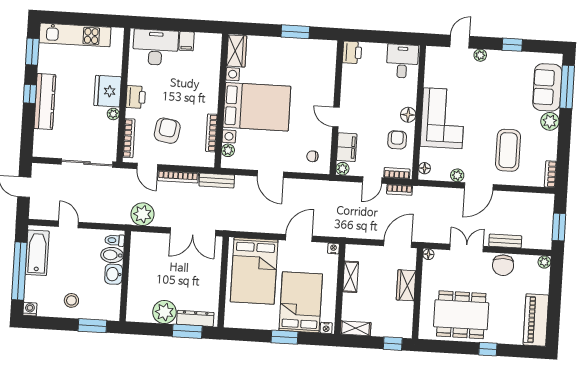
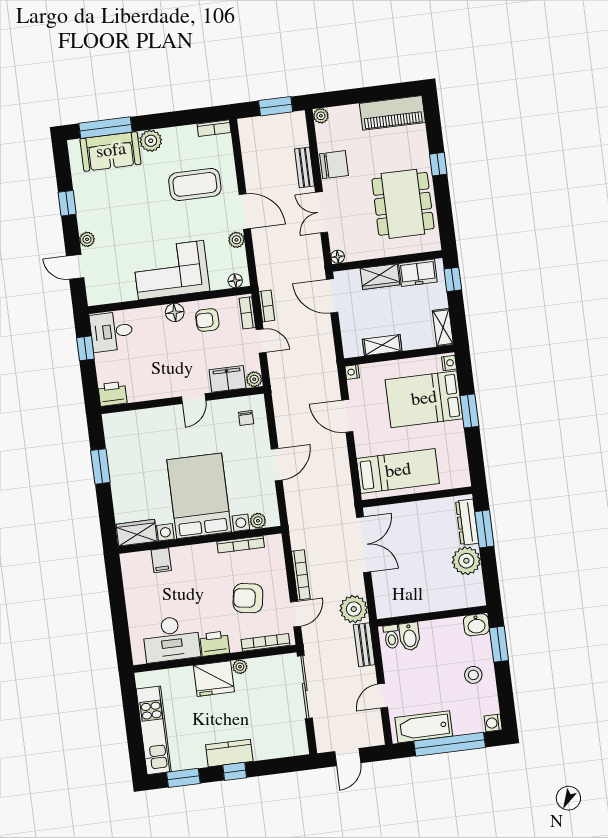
window: (393, 38) -> (85, 348), added
filing cabinet: (187, 41) -> (161, 560), moved, turned 90
desk: (156, 47) -> (171, 639), moved, turned -90
kitchen counter: (45, 102) -> (229, 753), width x0.67
bench: (217, 181) -> (364, 645), moved
bed: (254, 271) -> (398, 471), width x0.67
washbasin: (114, 274) -> (476, 625), moved
freezer: (403, 316) -> (418, 273), added

